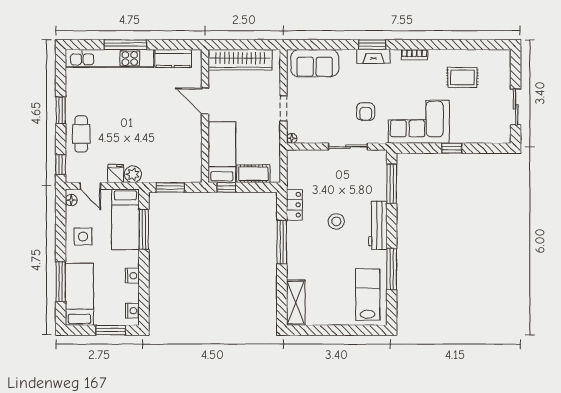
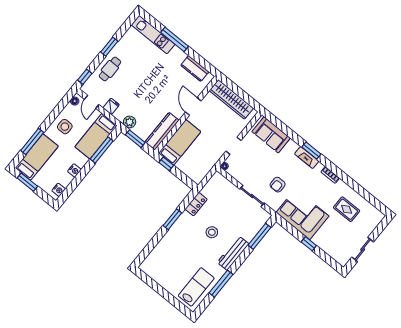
kitchen unit: (109, 58) -> (153, 35), width x0.73
kitchen counter: (193, 156) -> (162, 131), added
plant: (133, 174) -> (130, 122), moved
cot: (253, 174) -> (187, 169), removed
window: (282, 242) -> (172, 219), width x0.69
shelving: (296, 303) -> (153, 259), removed
window: (111, 330) -> (27, 182), moved

